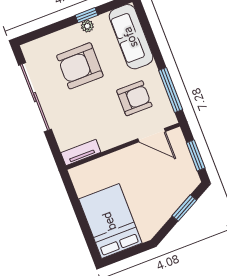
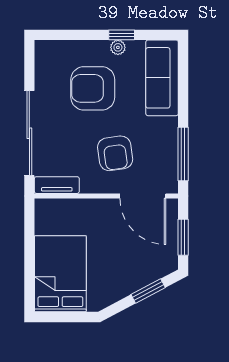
sliding door: (35, 97) -> (29, 133), moved
armchair: (134, 98) -> (115, 153), moved, turned 82
door: (152, 135) -> (143, 196), width x1.36

